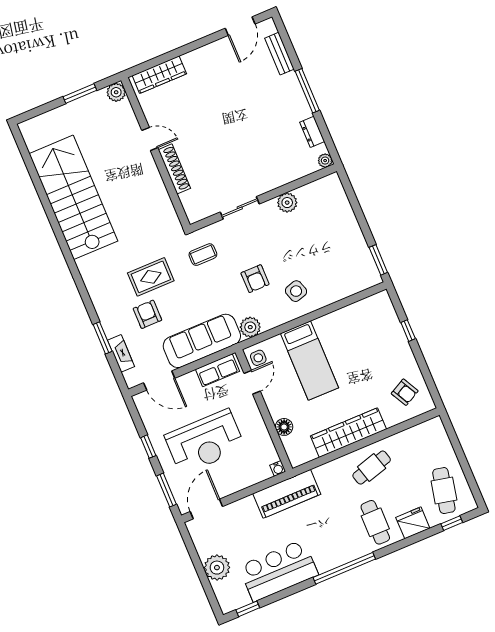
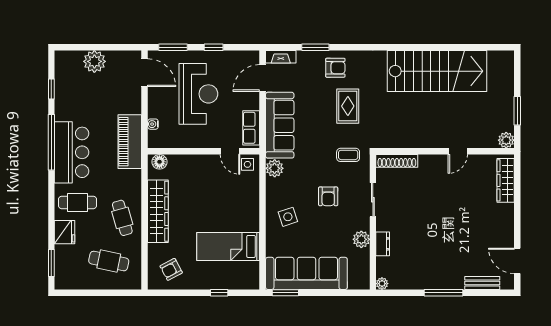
dresser: (312, 132) -> (383, 244), moved, turned 90
shoe rack: (174, 169) -> (397, 161), moved
sofa: (348, 246) -> (306, 273), added
coffee table: (203, 255) -> (348, 155), turned 90
armchair: (255, 279) -> (328, 196), moved, turned -90
armchair: (147, 314) -> (335, 68), moved
fireplace: (121, 353) -> (281, 57), moved
bed: (309, 361) -> (228, 246), moved
floor lamp: (284, 427) -> (159, 162), moved
reception desk: (205, 442) -> (198, 94), turned 180
water cooler: (278, 468) -> (153, 124), moved
cafe table: (444, 491) -> (109, 261), moved
window: (452, 523) -> (51, 263), width x1.50
window: (344, 568) -> (51, 142), moved
bar counter: (278, 571) -> (72, 152), moved
window: (248, 609) -> (51, 89), moved

